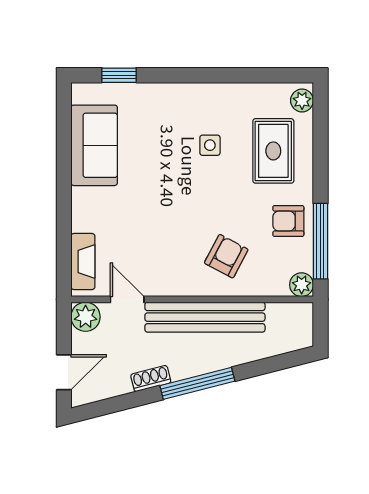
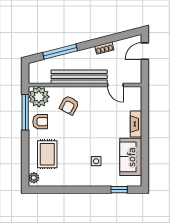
side table: (210, 145) -> (96, 161), moved
fireplace: (83, 261) -> (136, 124), moved
plant: (302, 285) -> (39, 97), width x1.87, depth x1.87
plant: (86, 317) -> (135, 77), removed
window: (197, 383) -> (60, 52), moved

